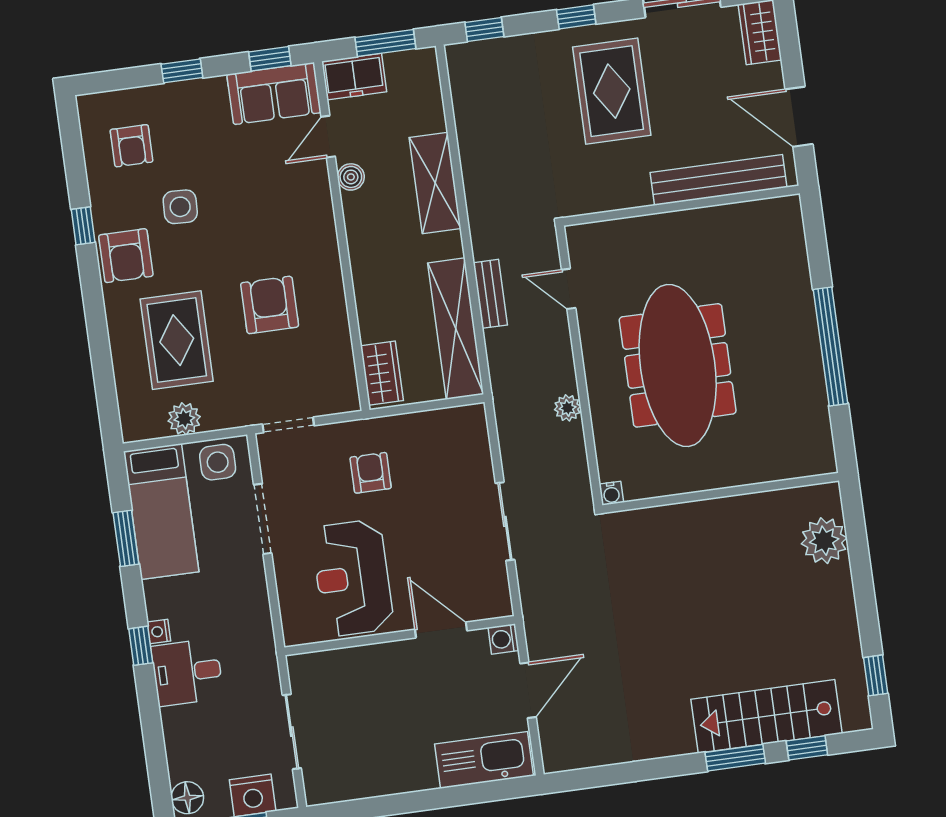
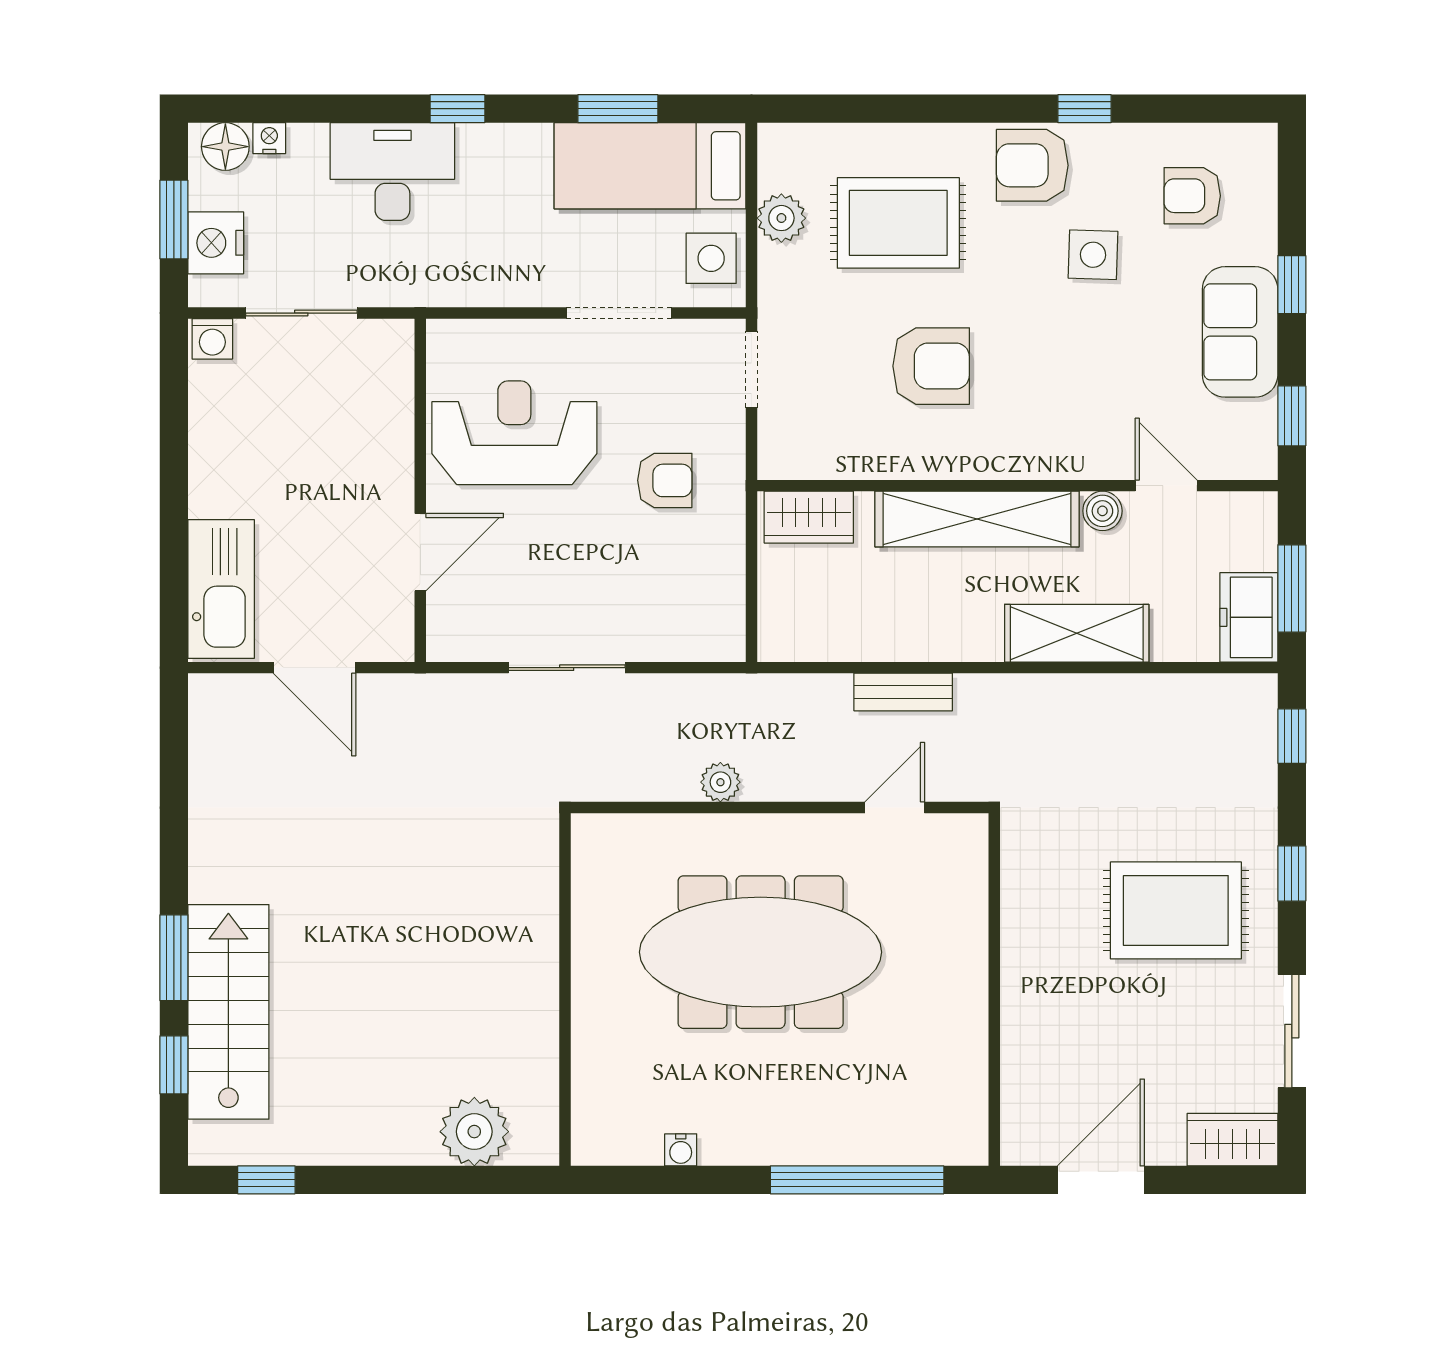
freezer: (354, 77) -> (1249, 617), moved
sofa: (274, 94) -> (1240, 332), moved
bench: (718, 180) -> (1024, 1049), removed
shelving: (456, 329) -> (977, 519), moved
window: (830, 346) -> (857, 1180), moved
water cooler: (611, 493) -> (681, 1150), moved, turned -90
nightstand: (159, 632) -> (269, 138), moved
washing machine: (503, 639) -> (212, 339), moved, turned 180
desk: (187, 672) -> (392, 172), width x1.37

